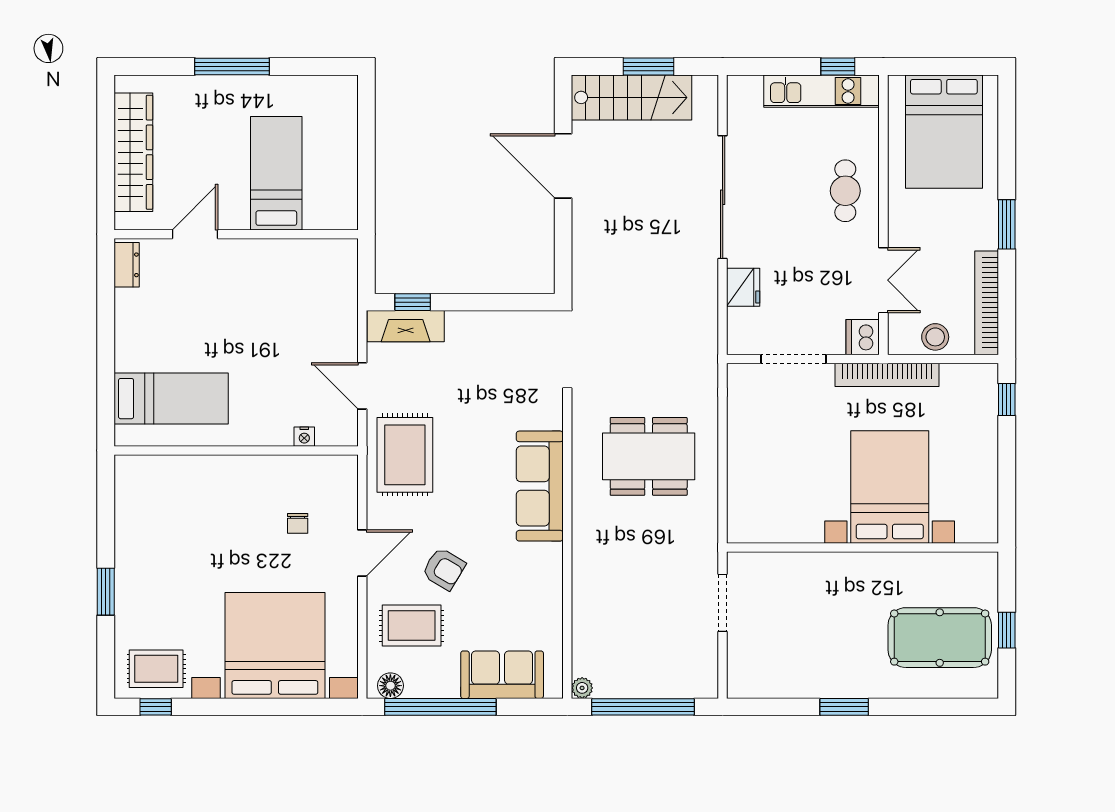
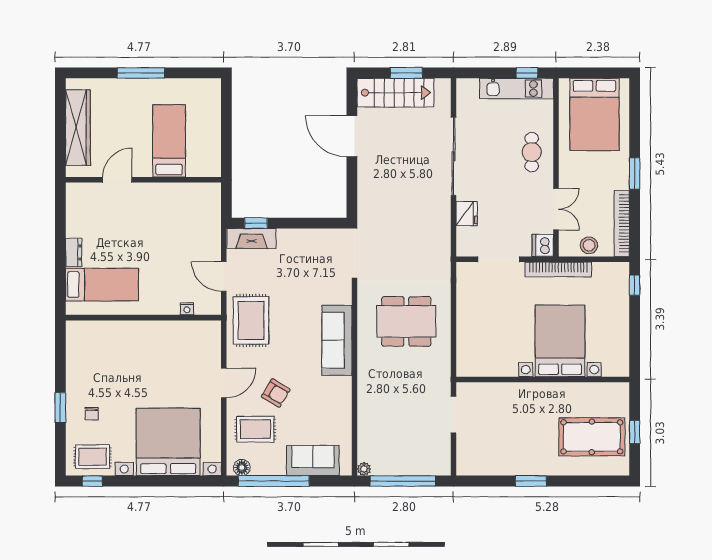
dresser: (127, 265) -> (74, 253), moved
chair: (298, 523) -> (92, 414), moved

